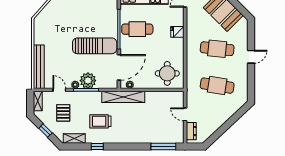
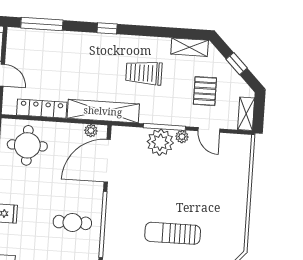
cafe table: (137, 29) -> (72, 222), width x0.73, depth x0.74
sun lounger: (95, 46) -> (173, 233), moved, width x0.73, depth x0.75
bench: (39, 67) -> (241, 171), removed
locker: (160, 96) -> (42, 109), added
trolley: (100, 121) -> (144, 73), turned 180
window: (97, 147) -> (107, 28), moved

